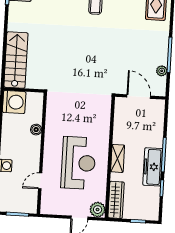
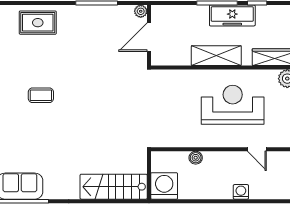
plant: (162, 71) -> (141, 11), moved
shelving: (118, 158) -> (216, 56), width x1.50, depth x1.33

